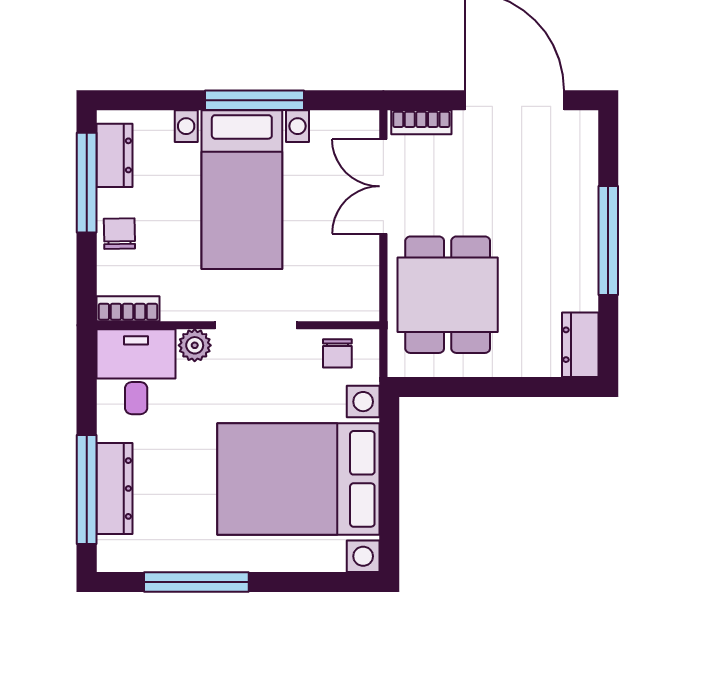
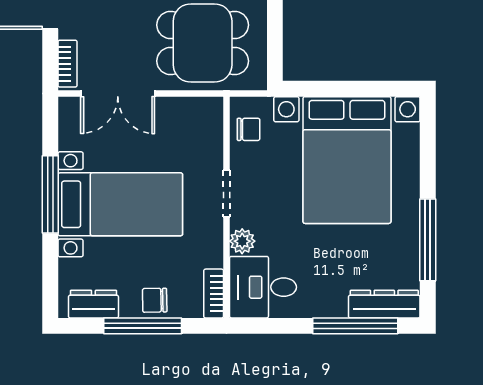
window: (87, 183) -> (143, 326), moved
doorway: (256, 325) -> (227, 193), width x0.73
dresser: (114, 488) -> (384, 304), moved

